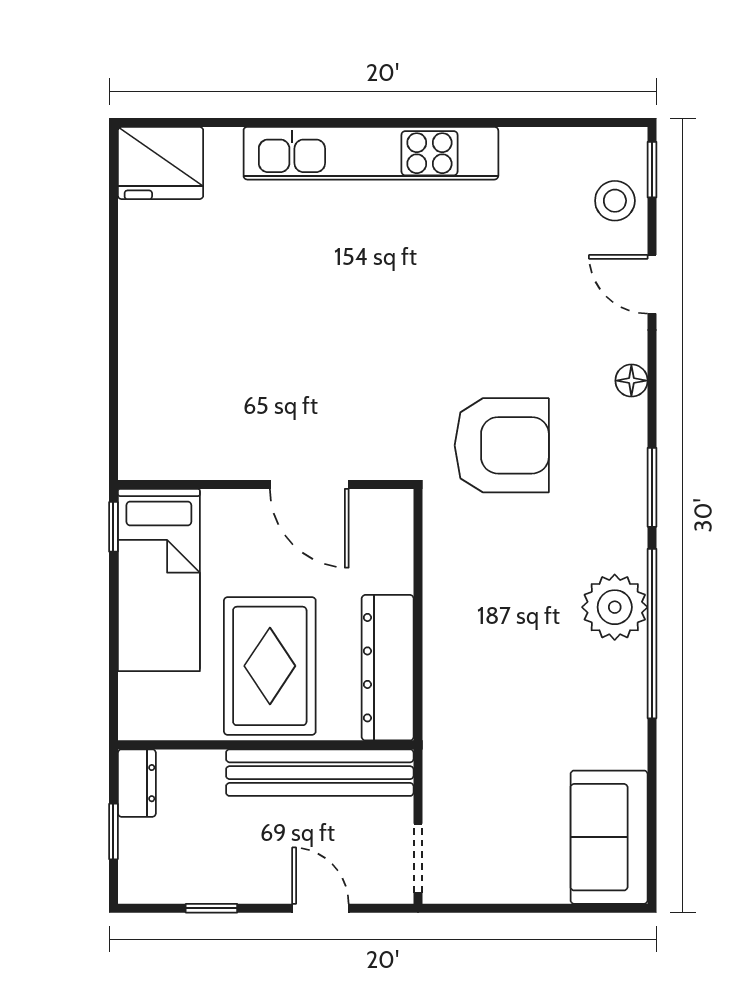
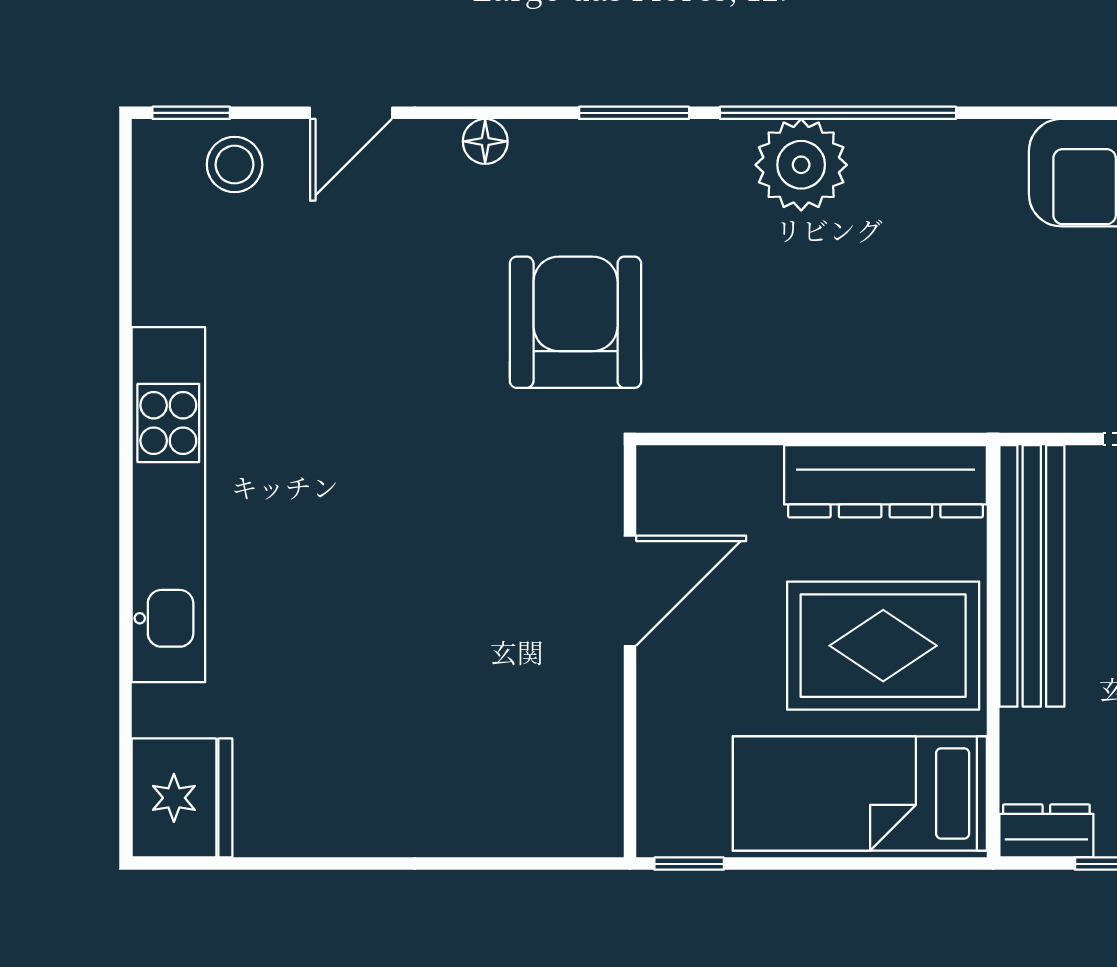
bed: (159, 580) -> (860, 793), moved, turned 180

